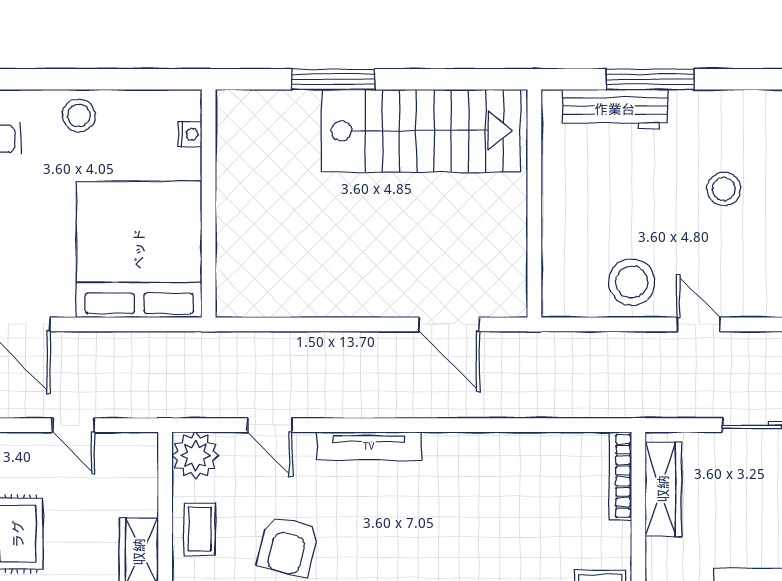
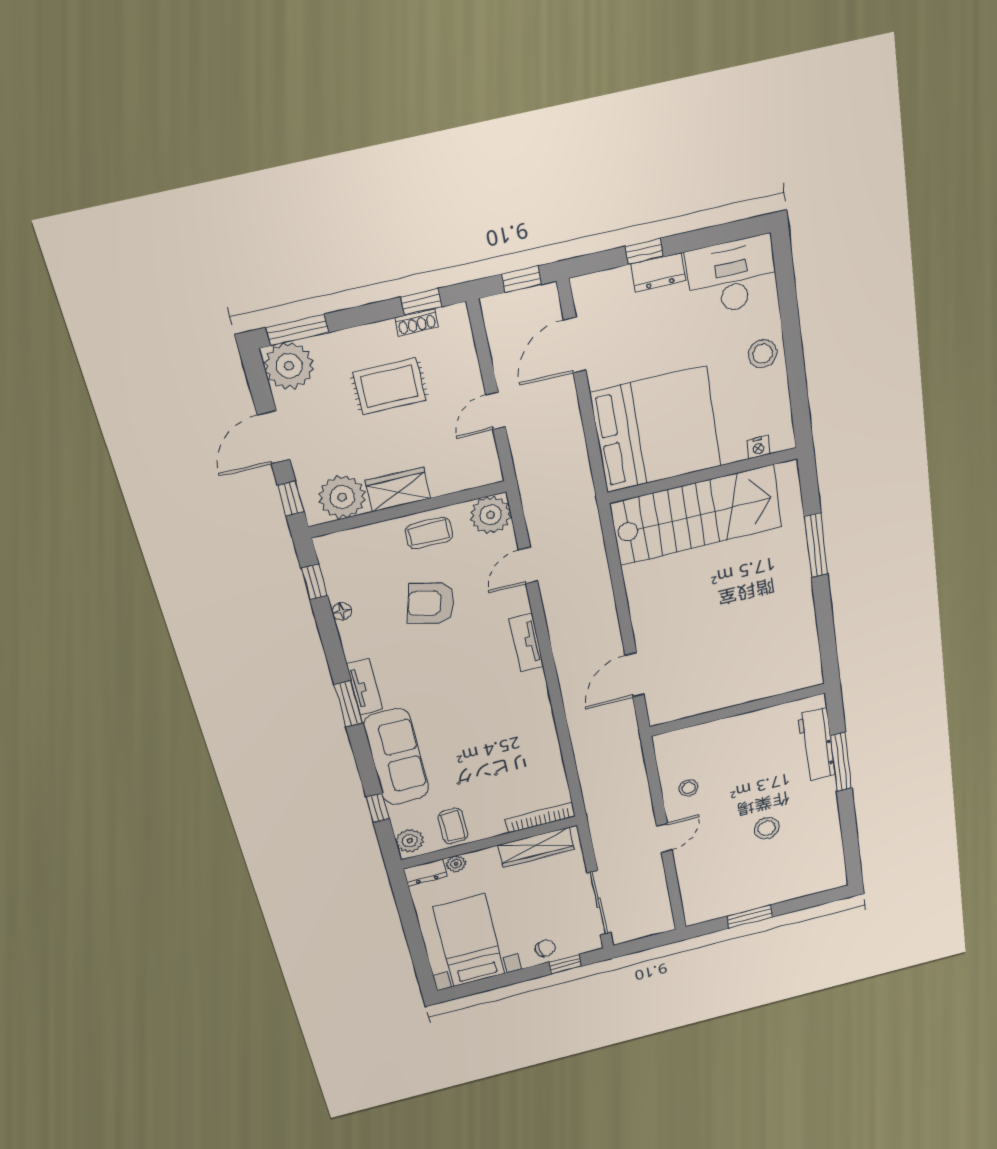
stairs: (421, 131) -> (696, 515), moved, turned -90
stool: (632, 282) -> (689, 788), width x0.53, depth x0.53
tv unit: (369, 446) -> (527, 643), width x0.71

